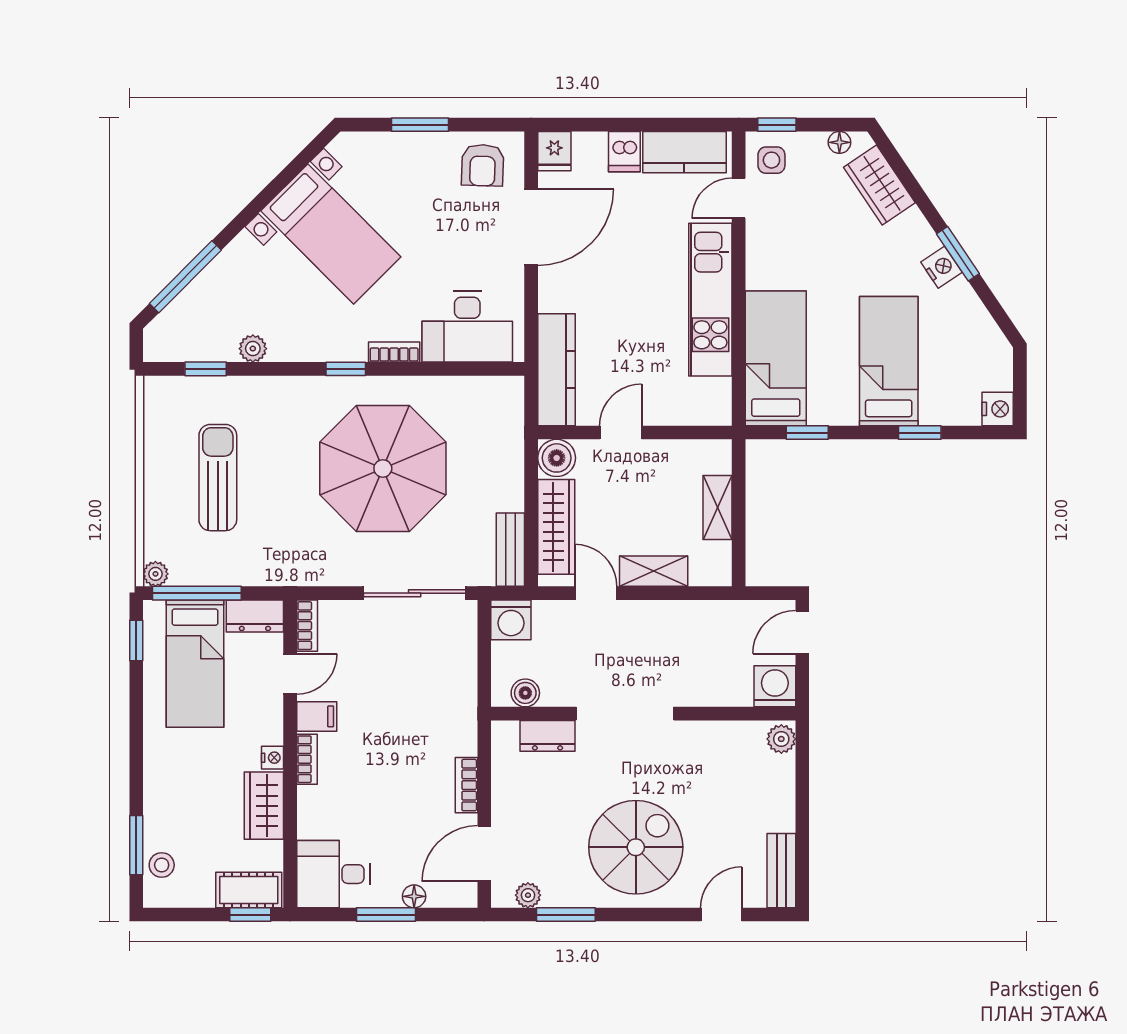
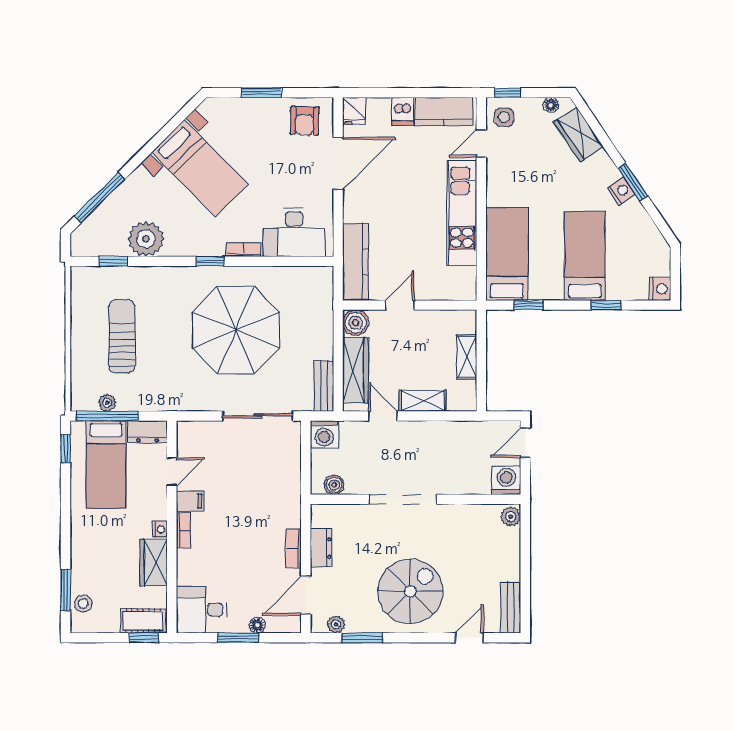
plant: (253, 349) -> (146, 239), width x1.88, depth x1.88
plant: (155, 574) -> (107, 403), moved
bookcase: (307, 626) -> (184, 438), removed
dresser: (547, 736) -> (321, 548), moved, turned -90

